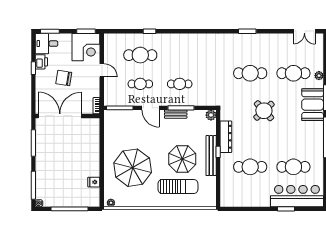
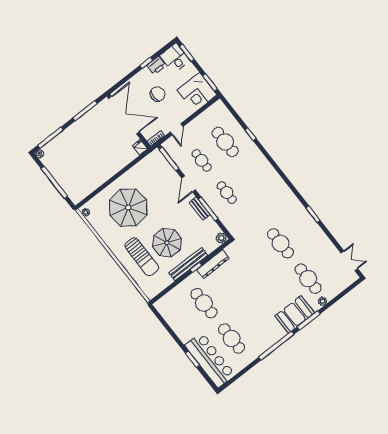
double door: (304, 31) -> (349, 261), swing flipped
door: (102, 70) -> (177, 129), moved
chair: (64, 78) -> (157, 94), turned 81
round table: (264, 111) -> (259, 279), removed
fridge: (94, 182) -> (140, 147), moved

